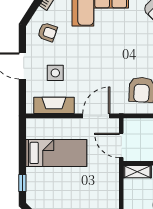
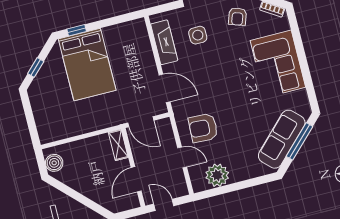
door: (121, 145) -> (141, 122), swing flipped
bed: (56, 153) -> (87, 65), moved, width x1.50

